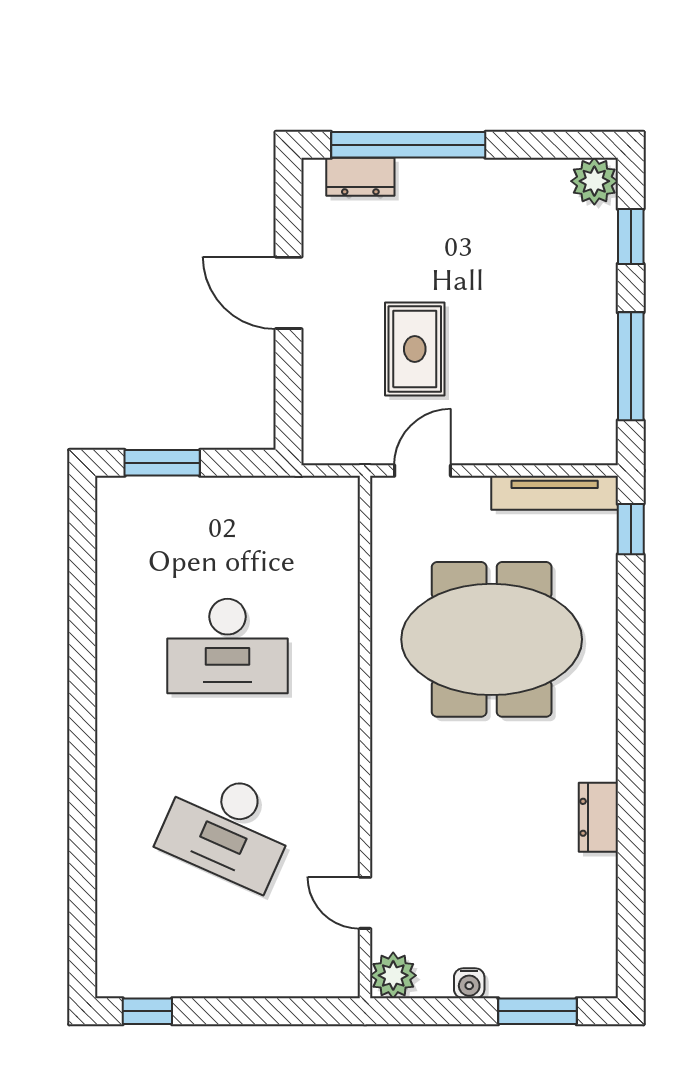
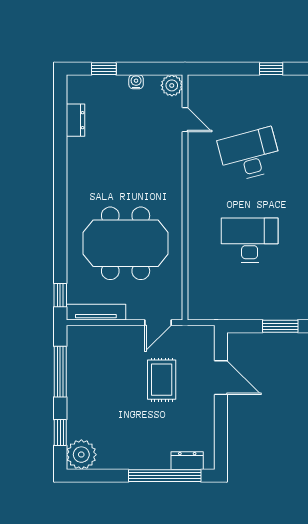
plant: (594, 181) -> (81, 455), width x1.36, depth x1.36
door: (289, 293) -> (221, 378), moved
dresser: (598, 817) -> (75, 120), moved
desk: (228, 828) -> (250, 155), turned -39
window: (147, 1011) -> (271, 69), moved
window: (537, 1011) -> (104, 69), width x0.67

